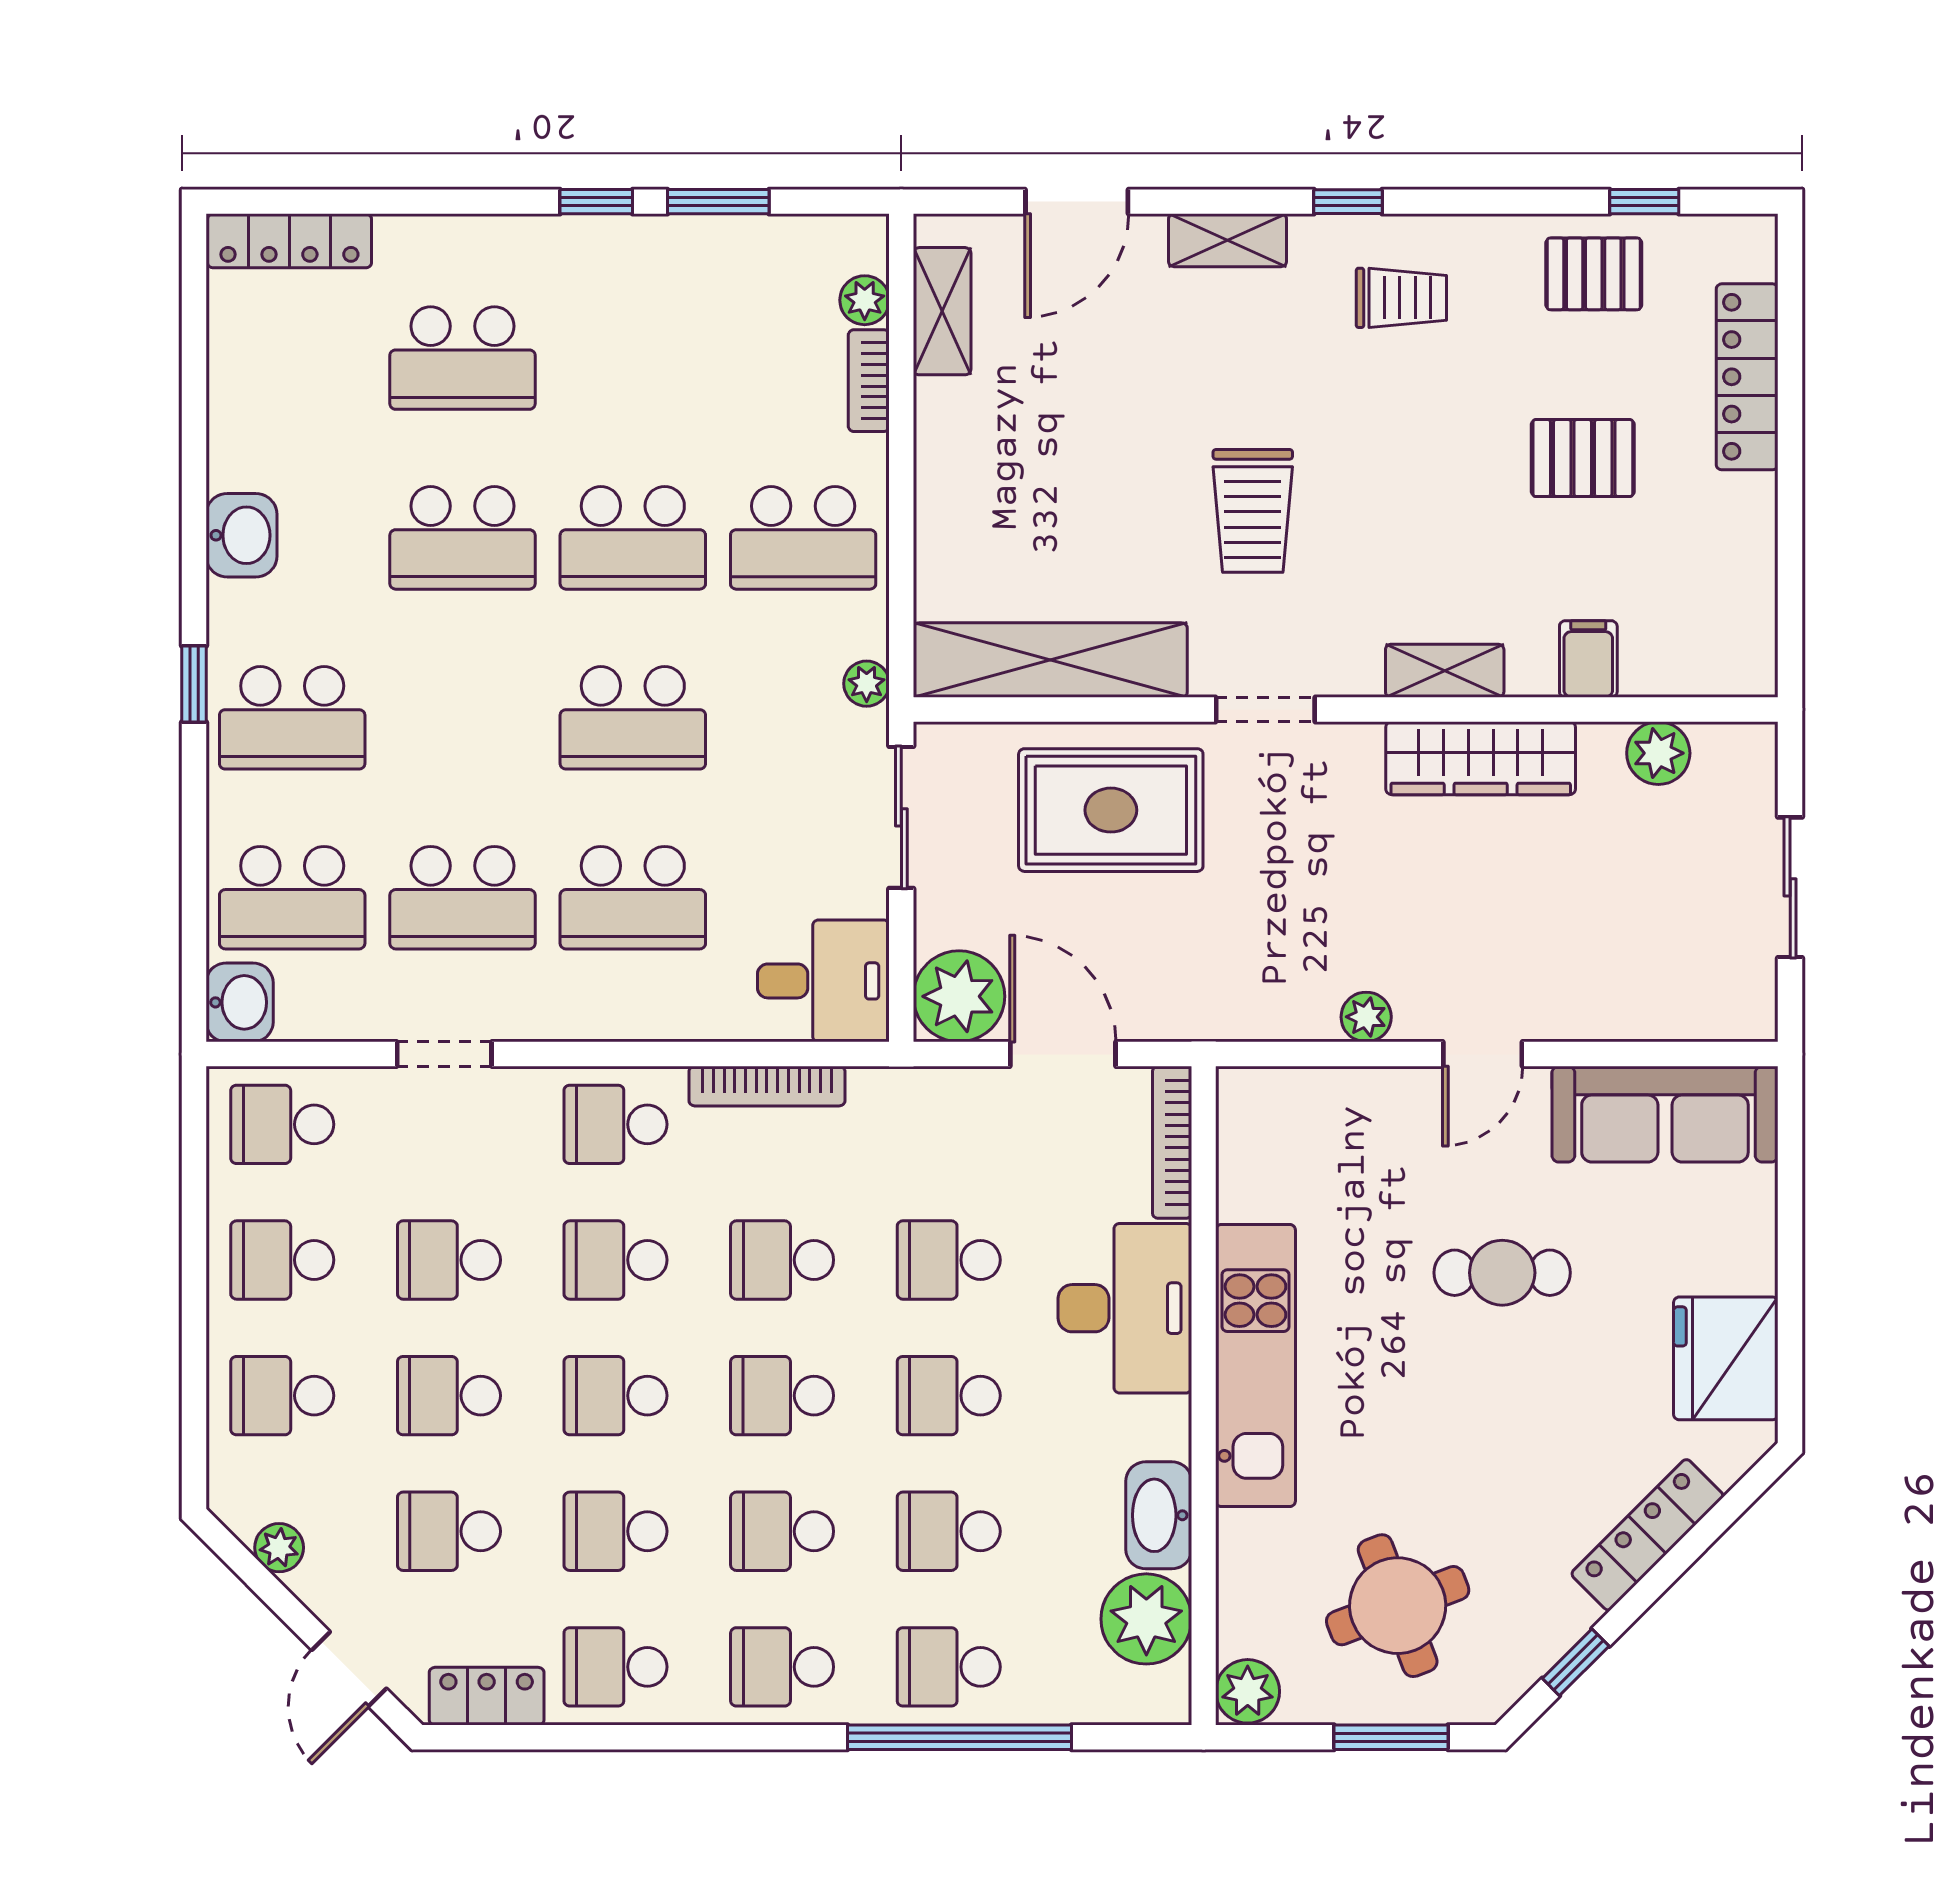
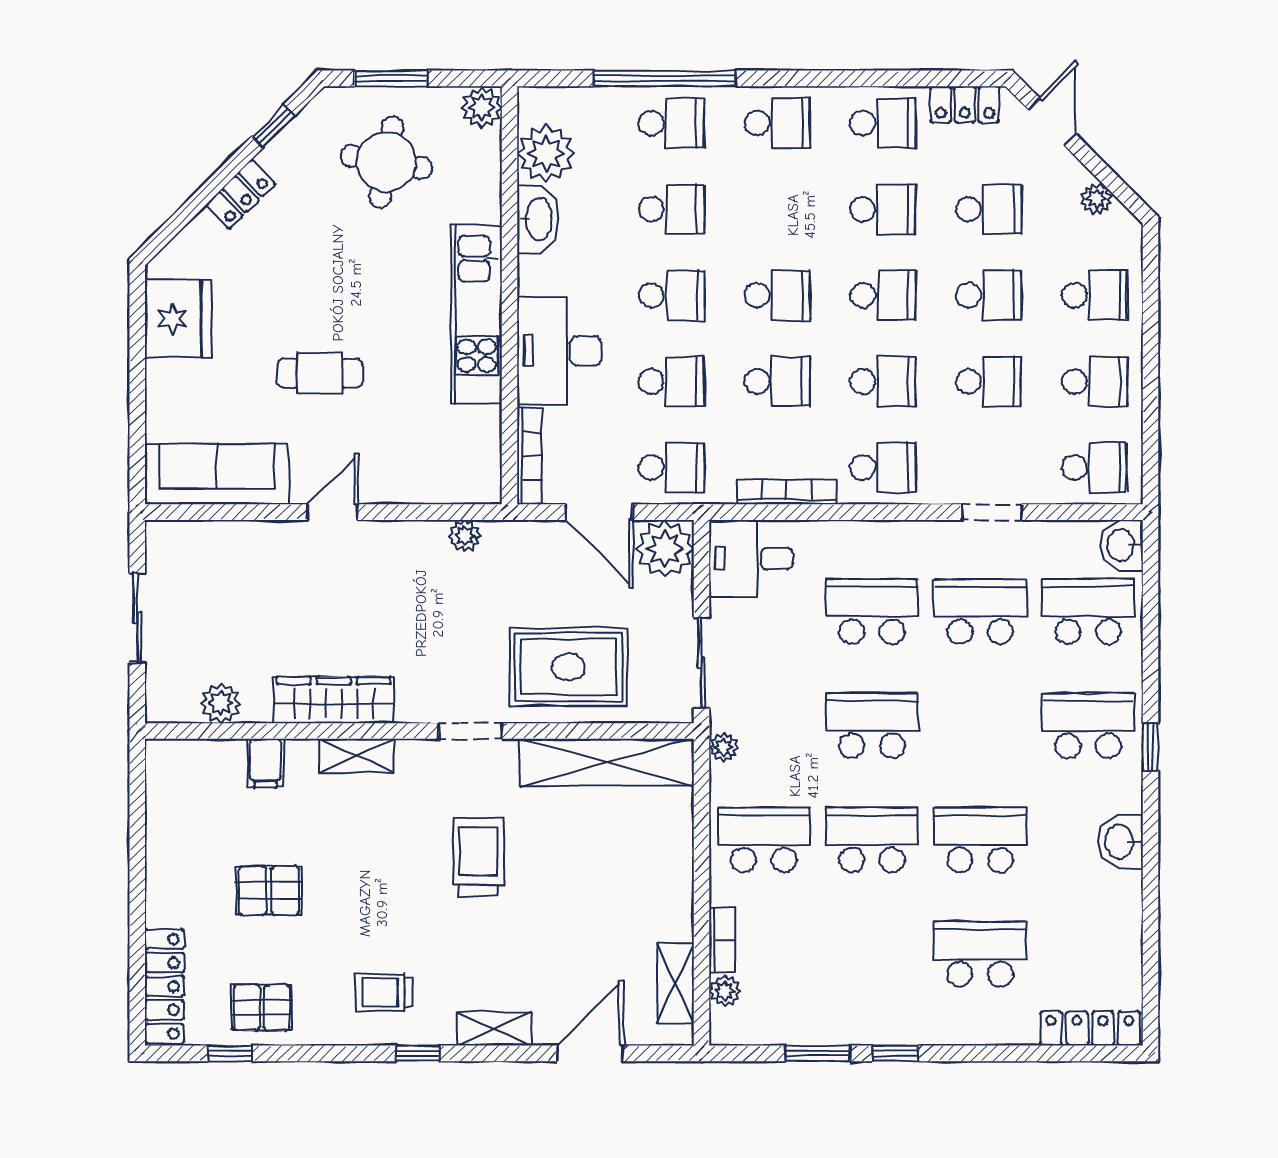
locker: (1747, 377) -> (164, 986), moved
plant: (1366, 1017) -> (465, 536), moved
school desk: (782, 1531) -> (671, 468), moved
locker: (1647, 1535) -> (241, 194), width x0.66
round table: (1398, 1606) -> (386, 162), turned 31

